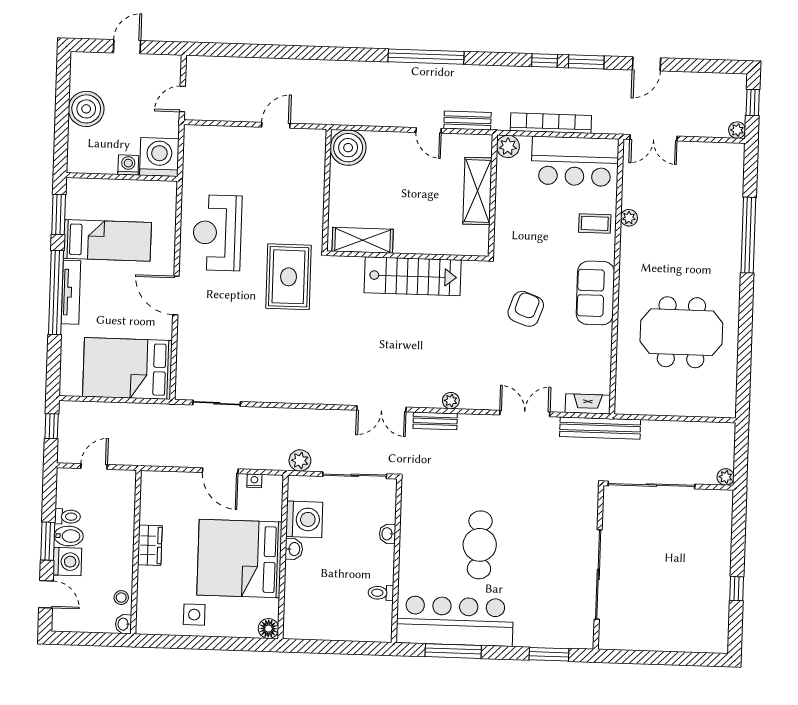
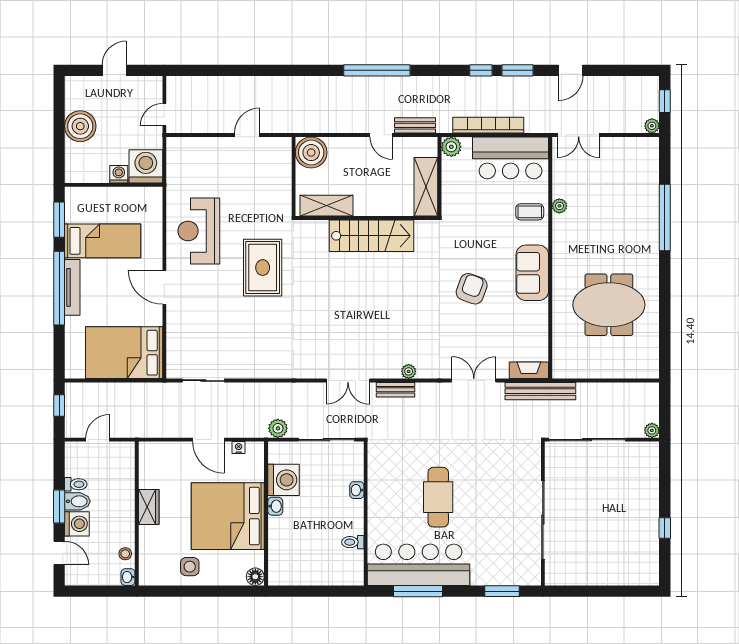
shelving: (363, 240) -> (327, 206), moved
wall: (408, 256) -> (367, 218), moved
stairs: (413, 276) -> (371, 236), moved

